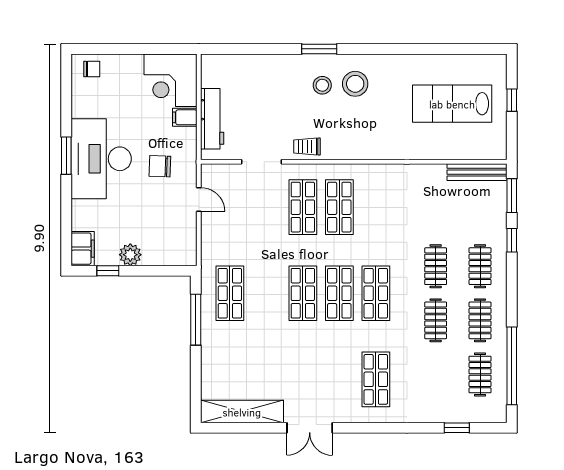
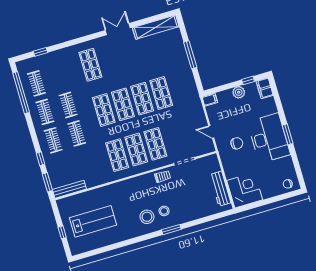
filing cabinet: (185, 117) -> (210, 100), moved
workbench: (212, 119) -> (220, 189), moved
shop shelf: (376, 207) -> (117, 155), added
shop shelf: (230, 293) -> (161, 93), moved
window: (196, 320) -> (190, 55), moved

